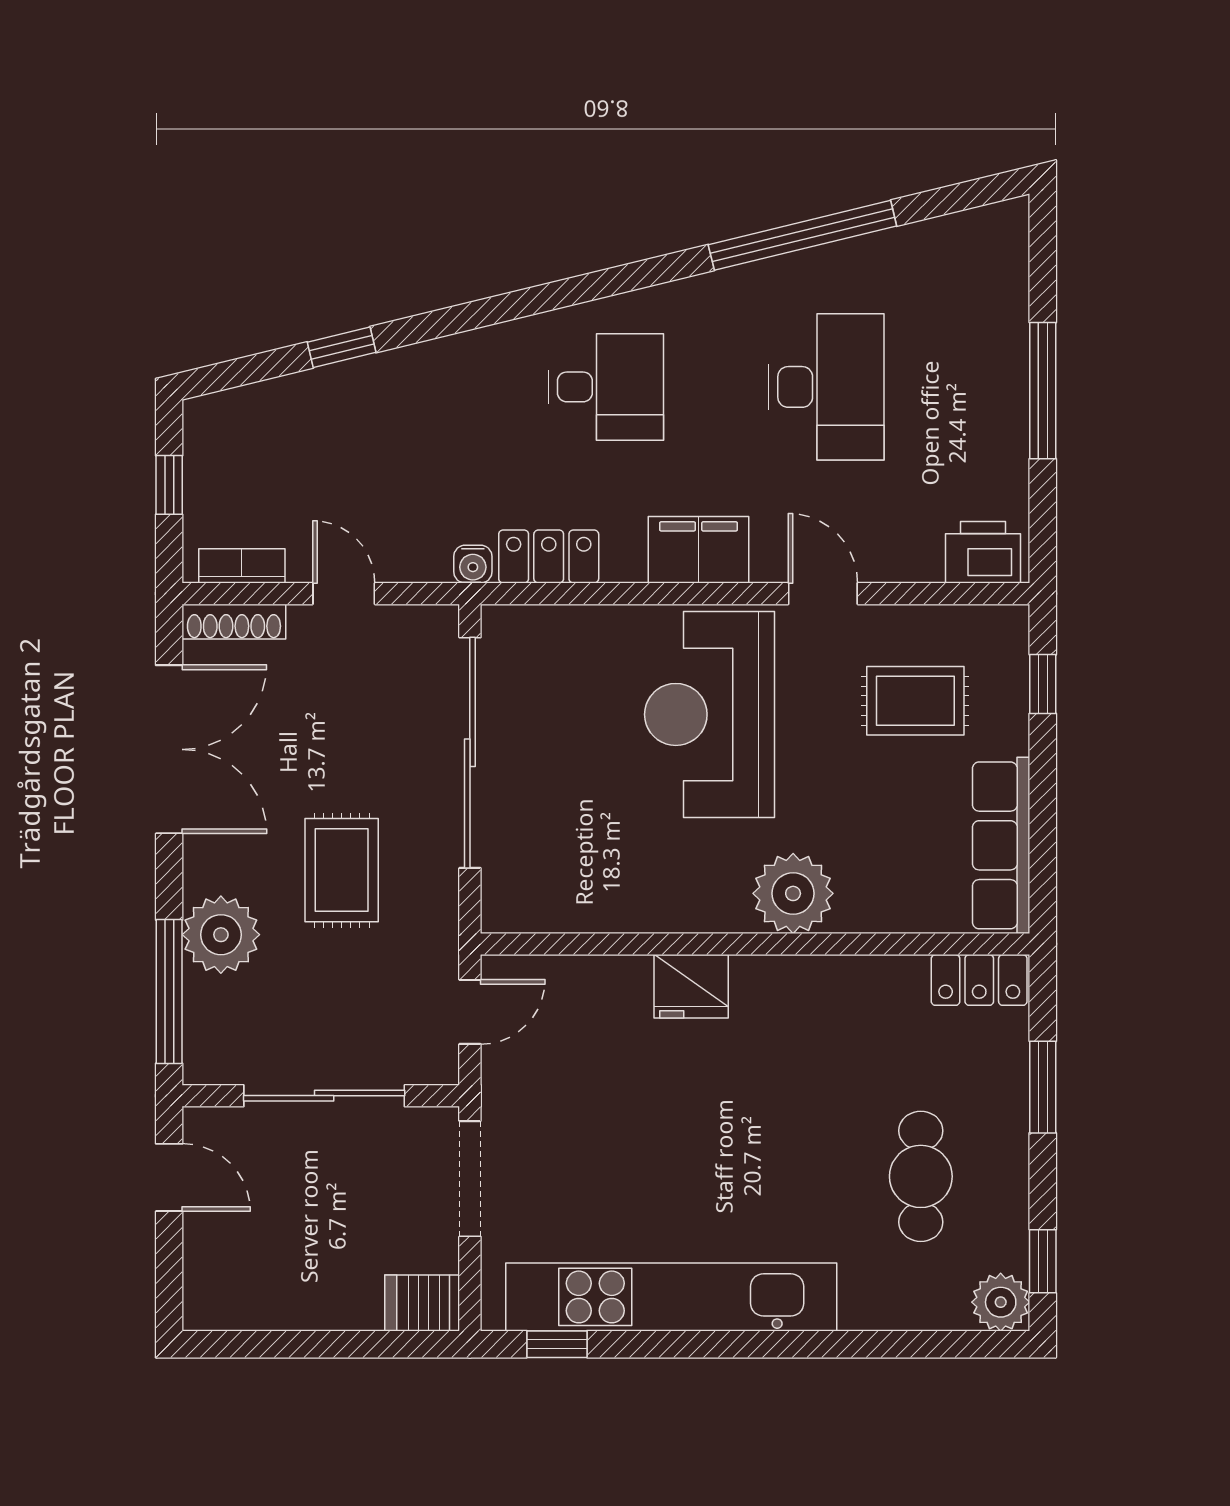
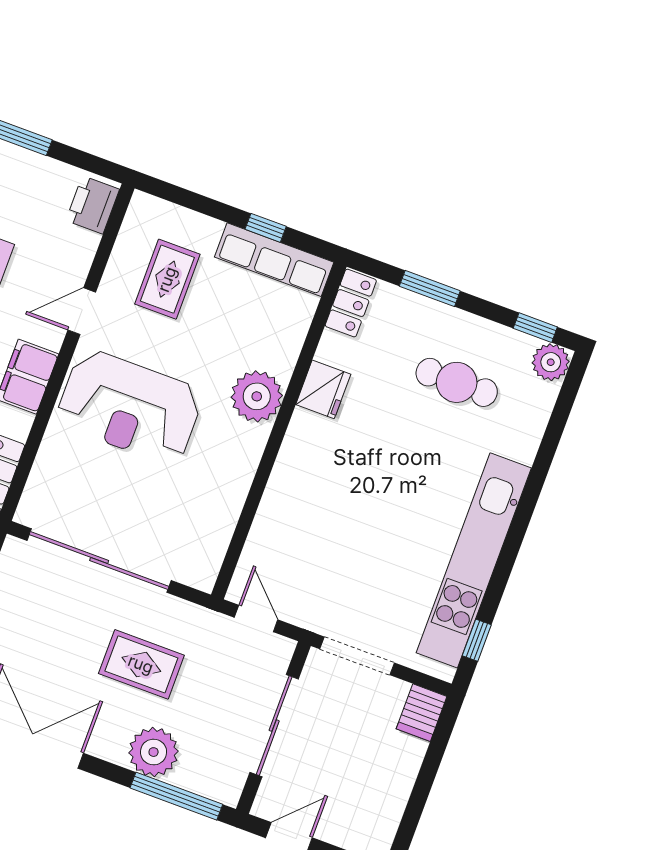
window: (1043, 684) -> (266, 228), moved
fridge: (691, 986) -> (323, 389), moved

